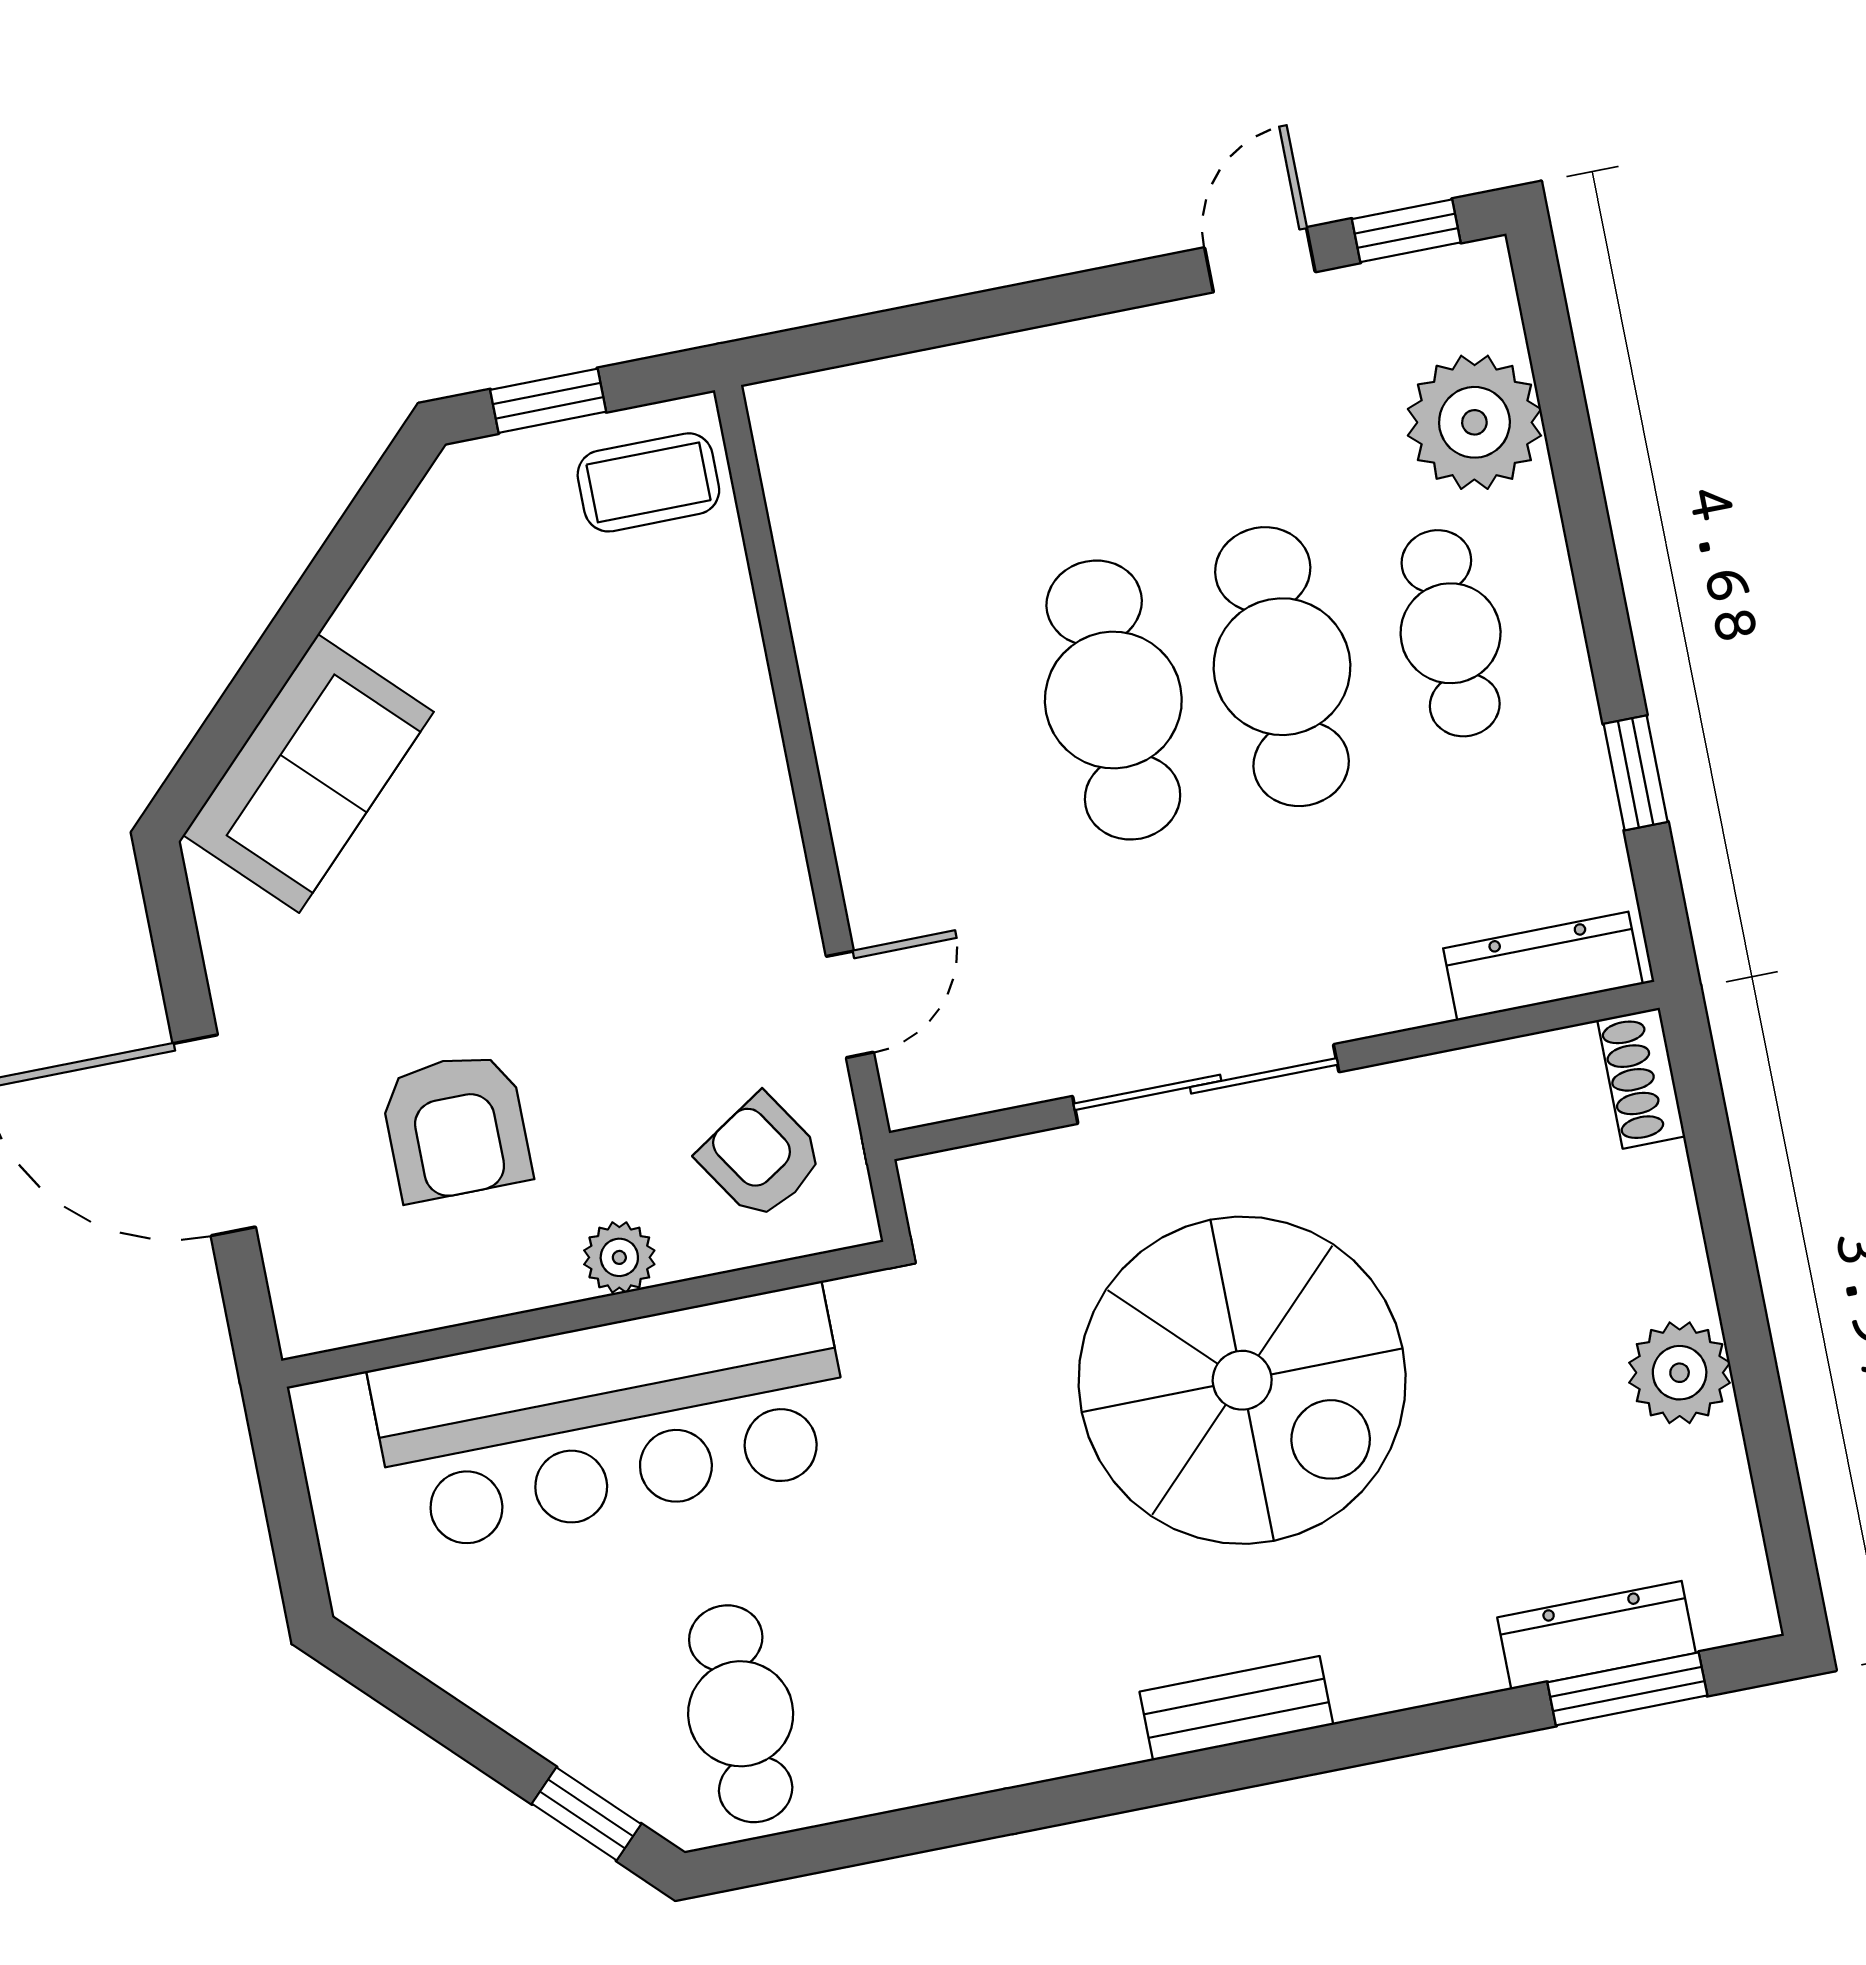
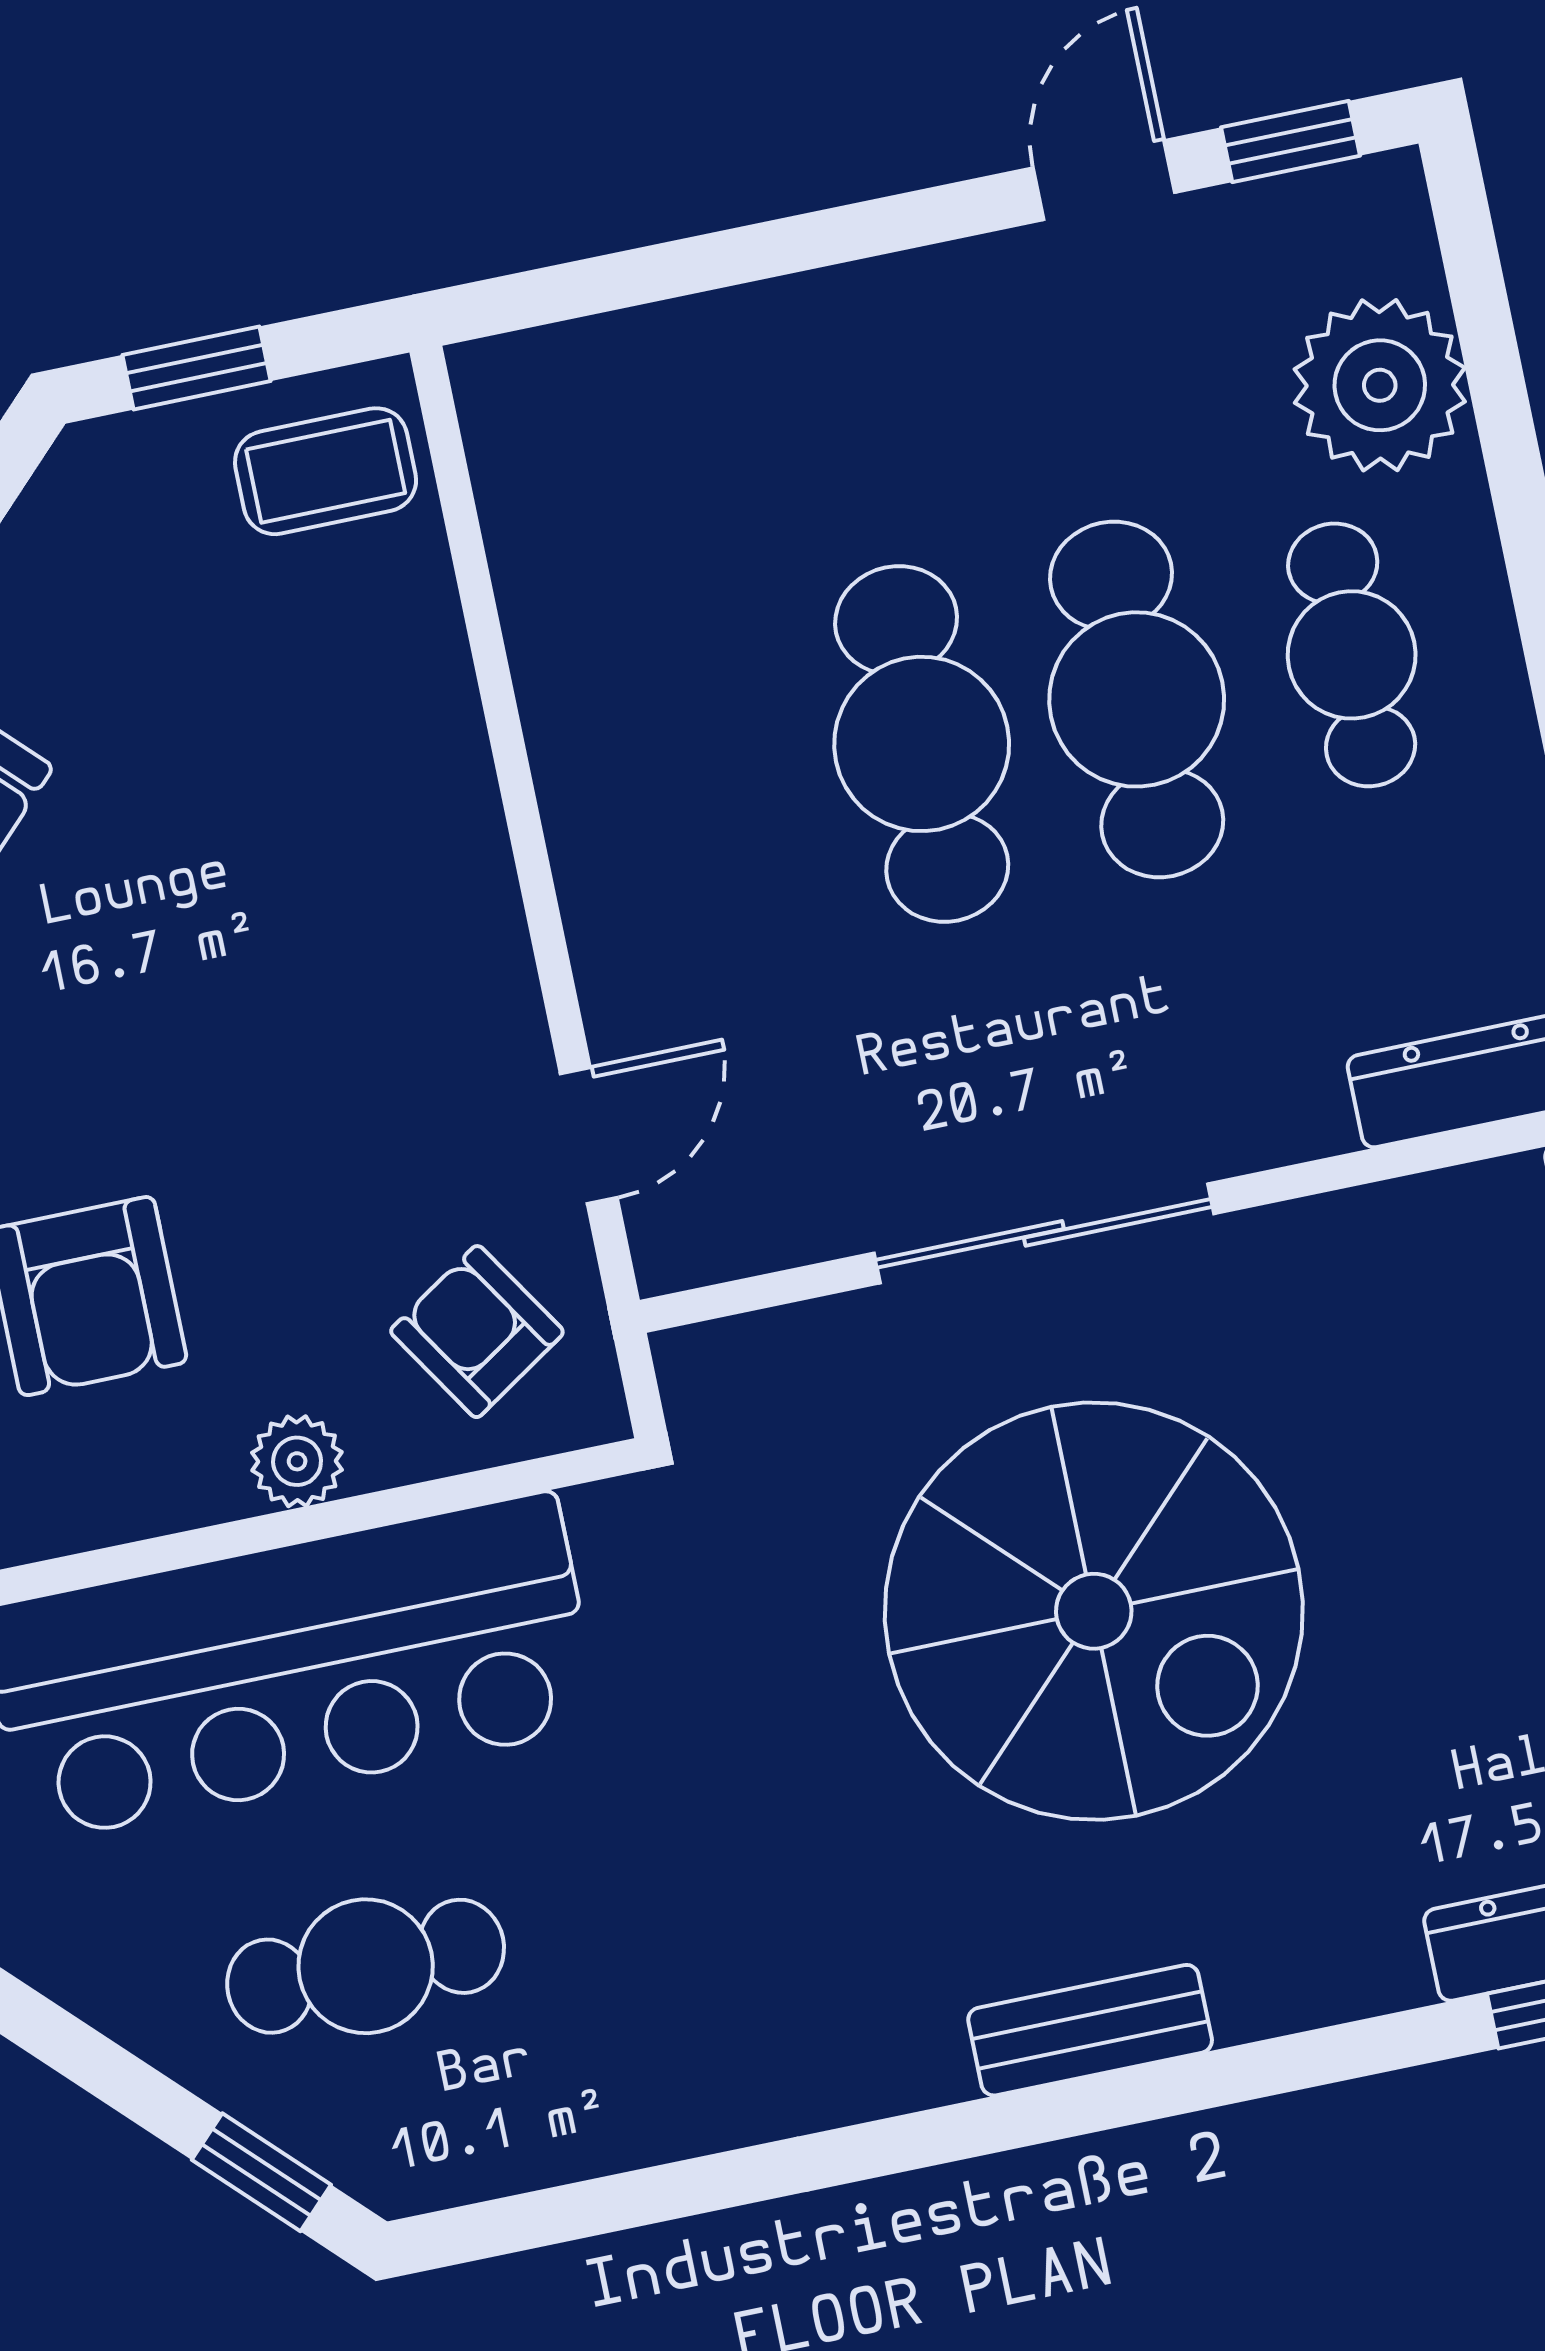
cafe table: (741, 1714) -> (366, 1966), moved, turned 90

